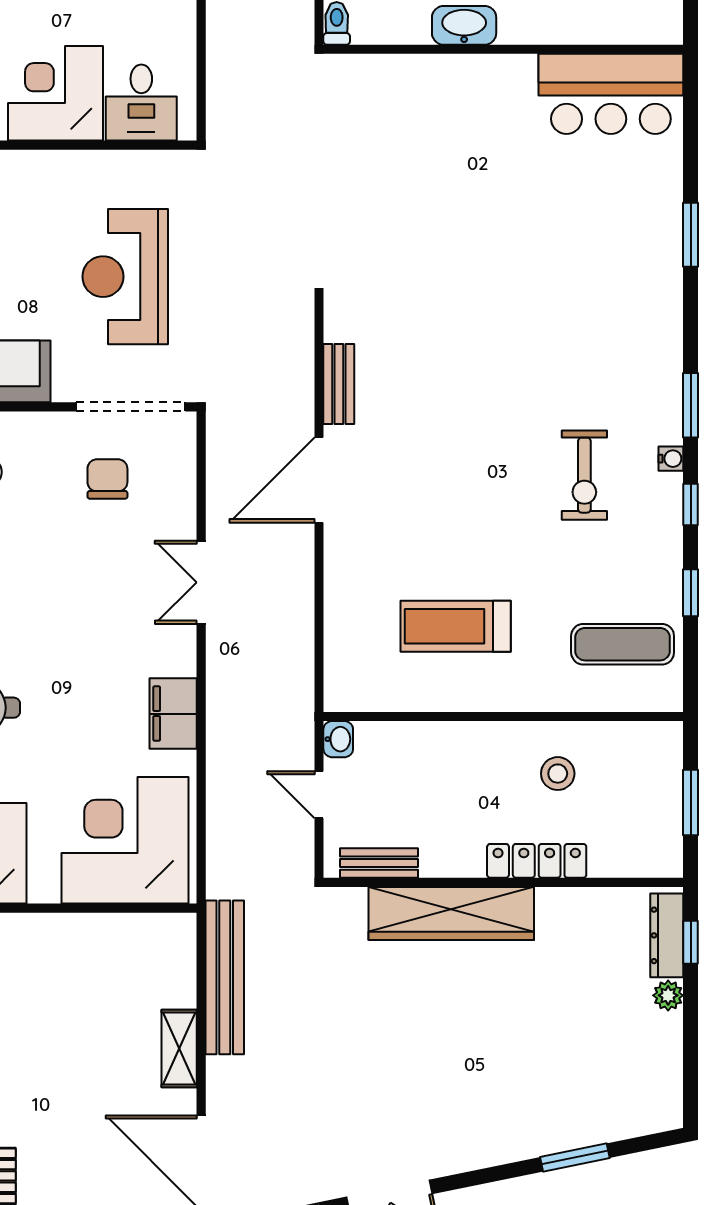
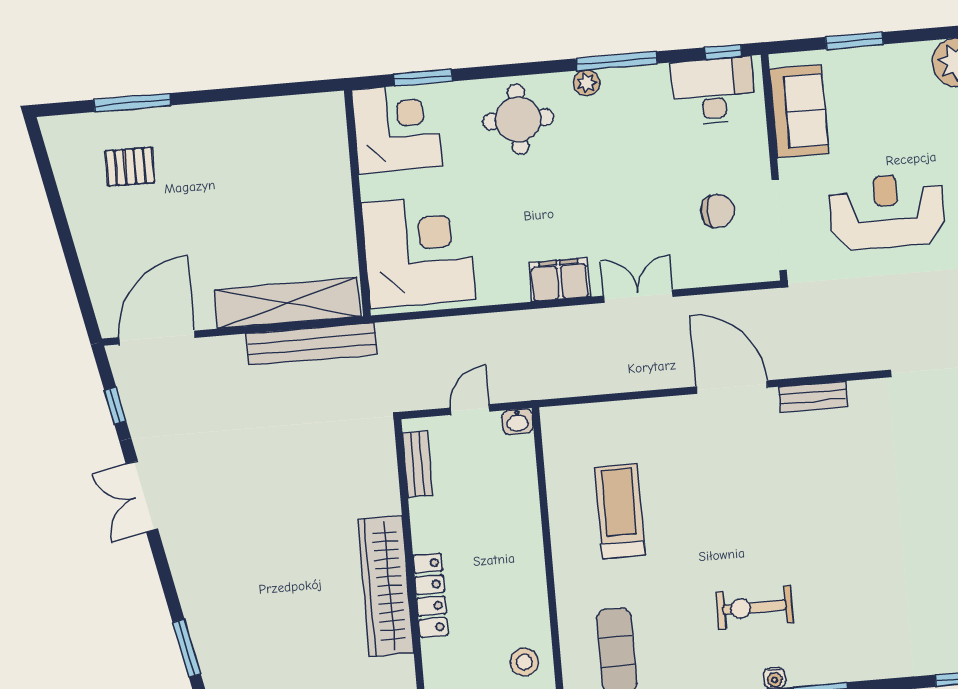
filing cabinet: (173, 714) -> (560, 280), moved
stool: (558, 774) -> (524, 662), moved
wardrobe: (451, 913) -> (386, 586), moved
shelving: (179, 1049) -> (287, 303), width x2.20, depth x1.33

